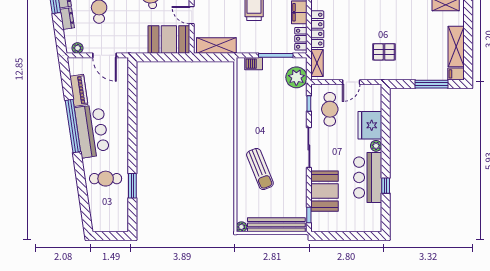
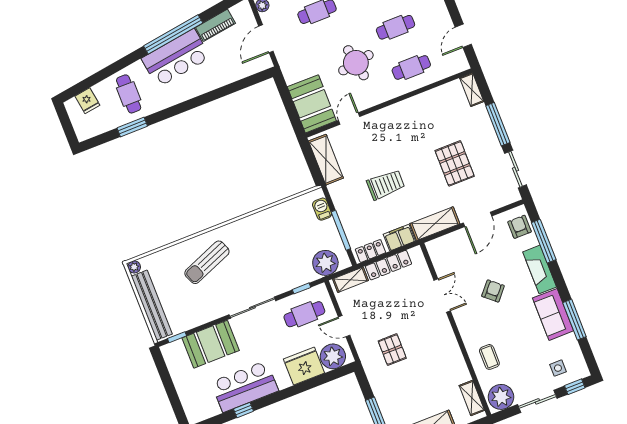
plant: (376, 146) -> (333, 356), moved, width x1.87, depth x1.87
fridge: (98, 213) -> (87, 101), added

